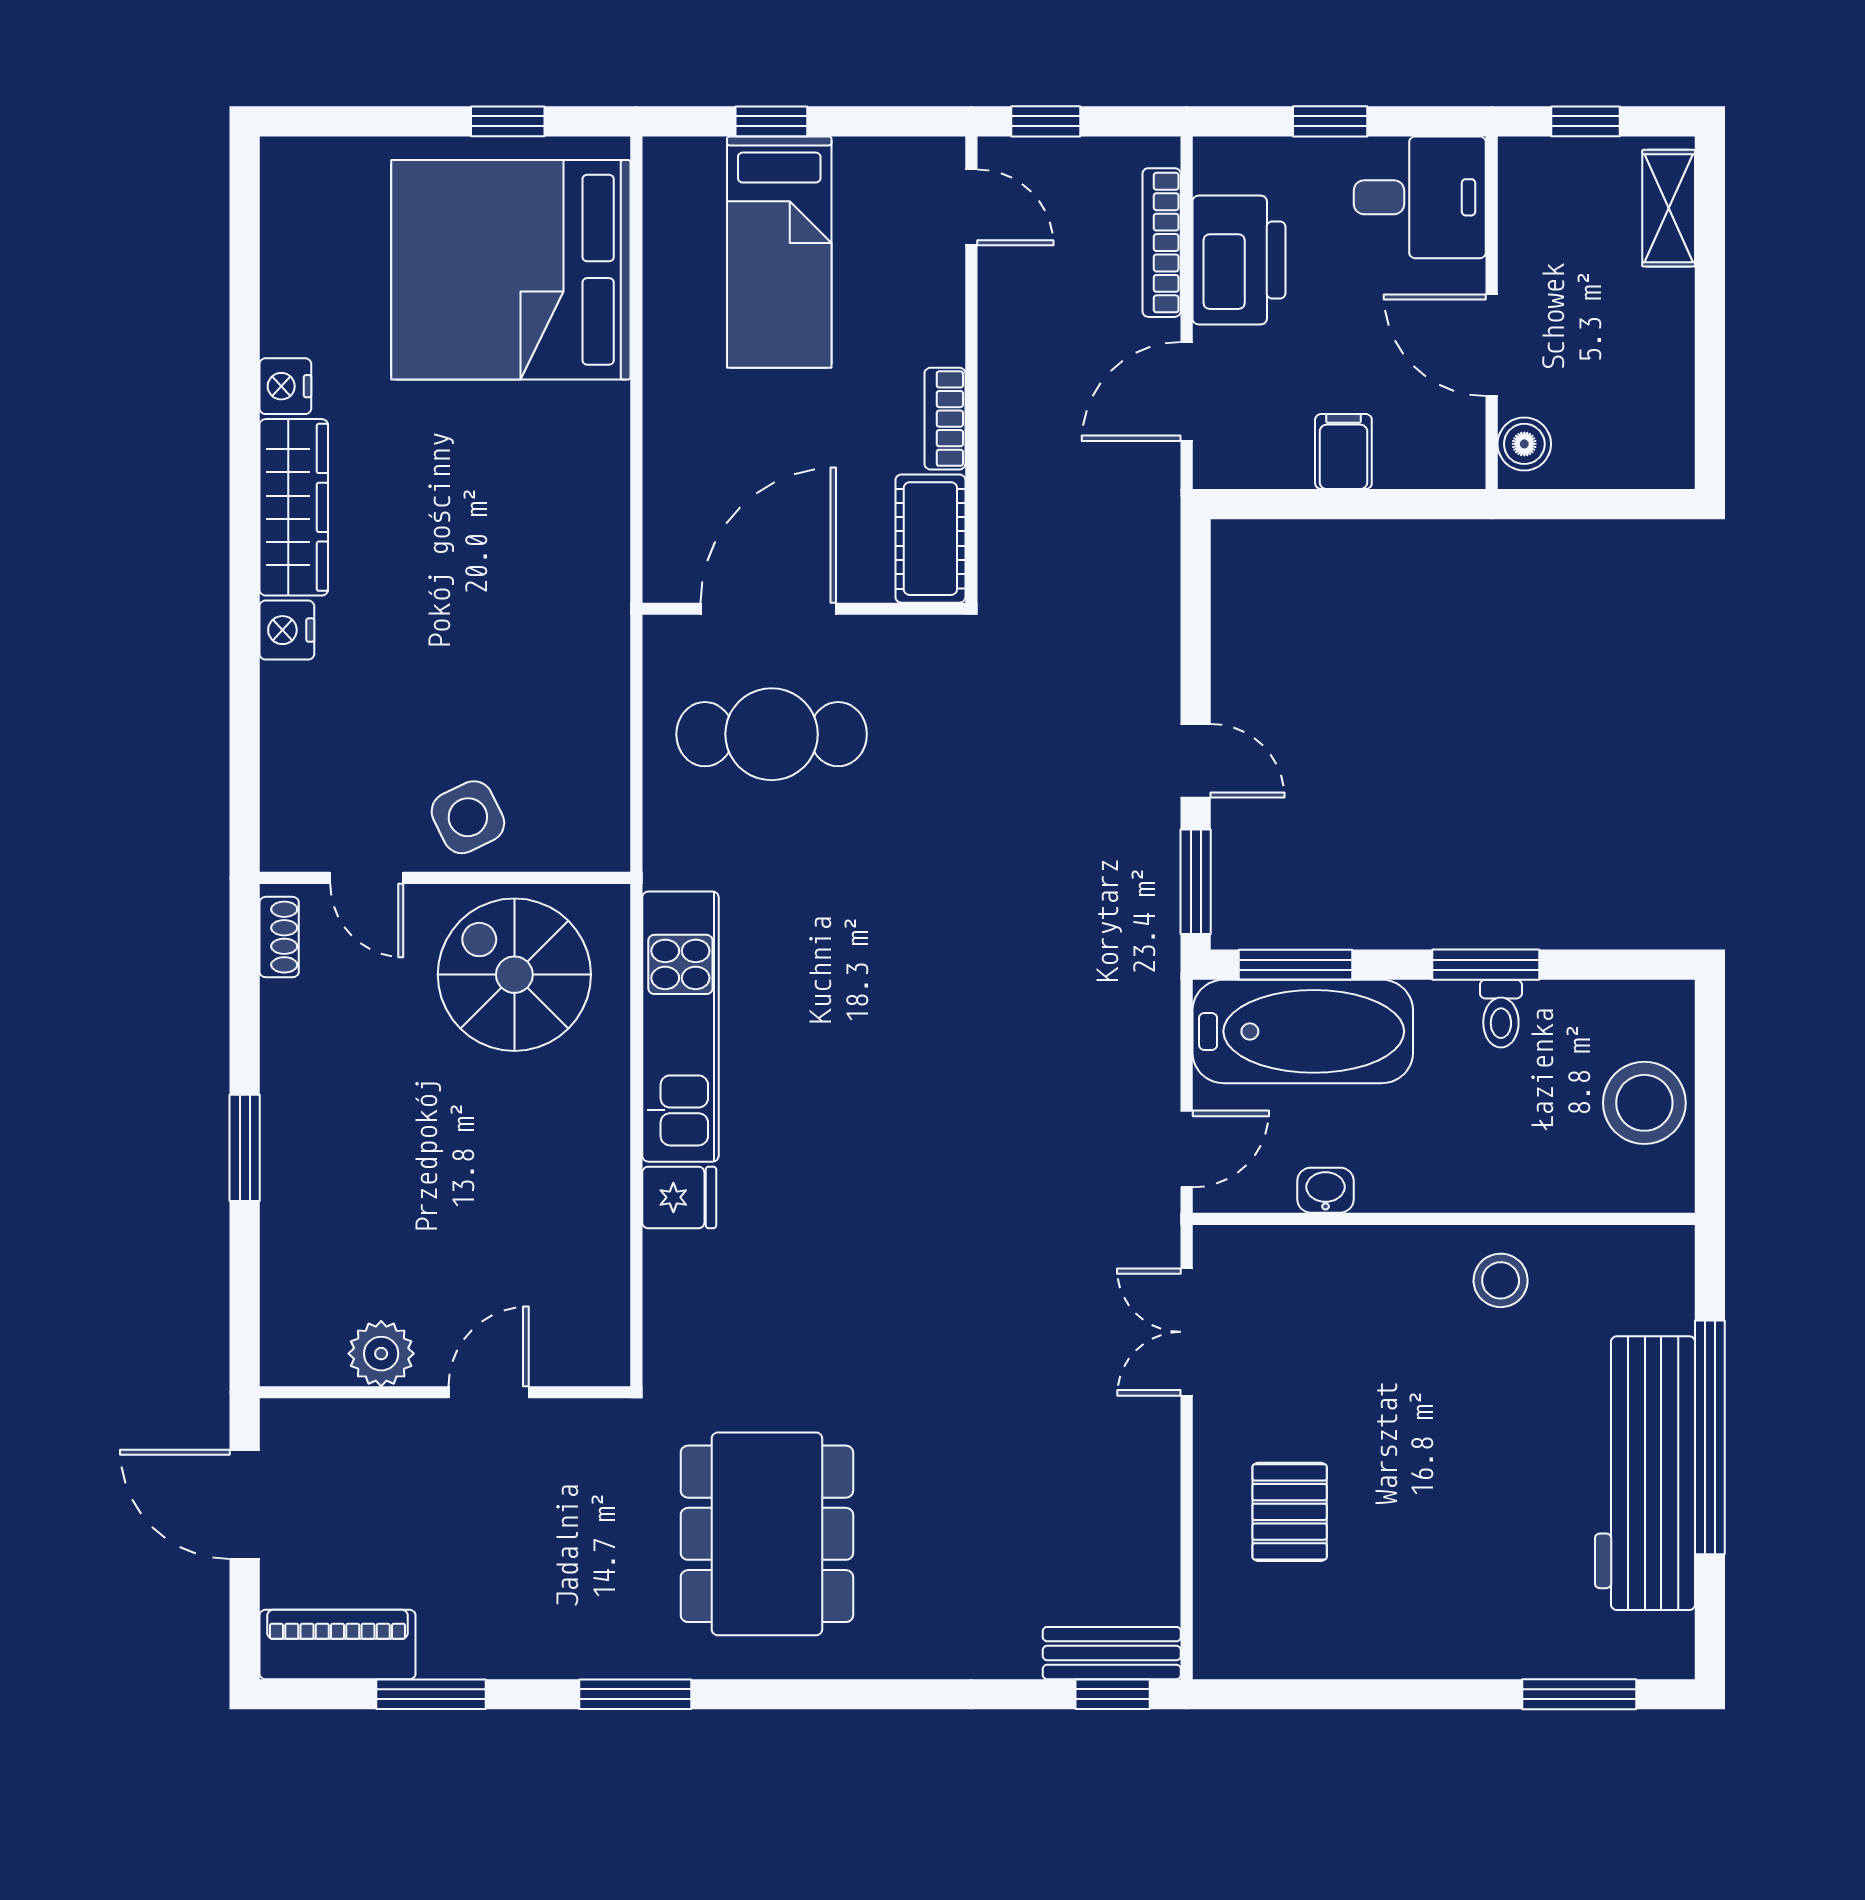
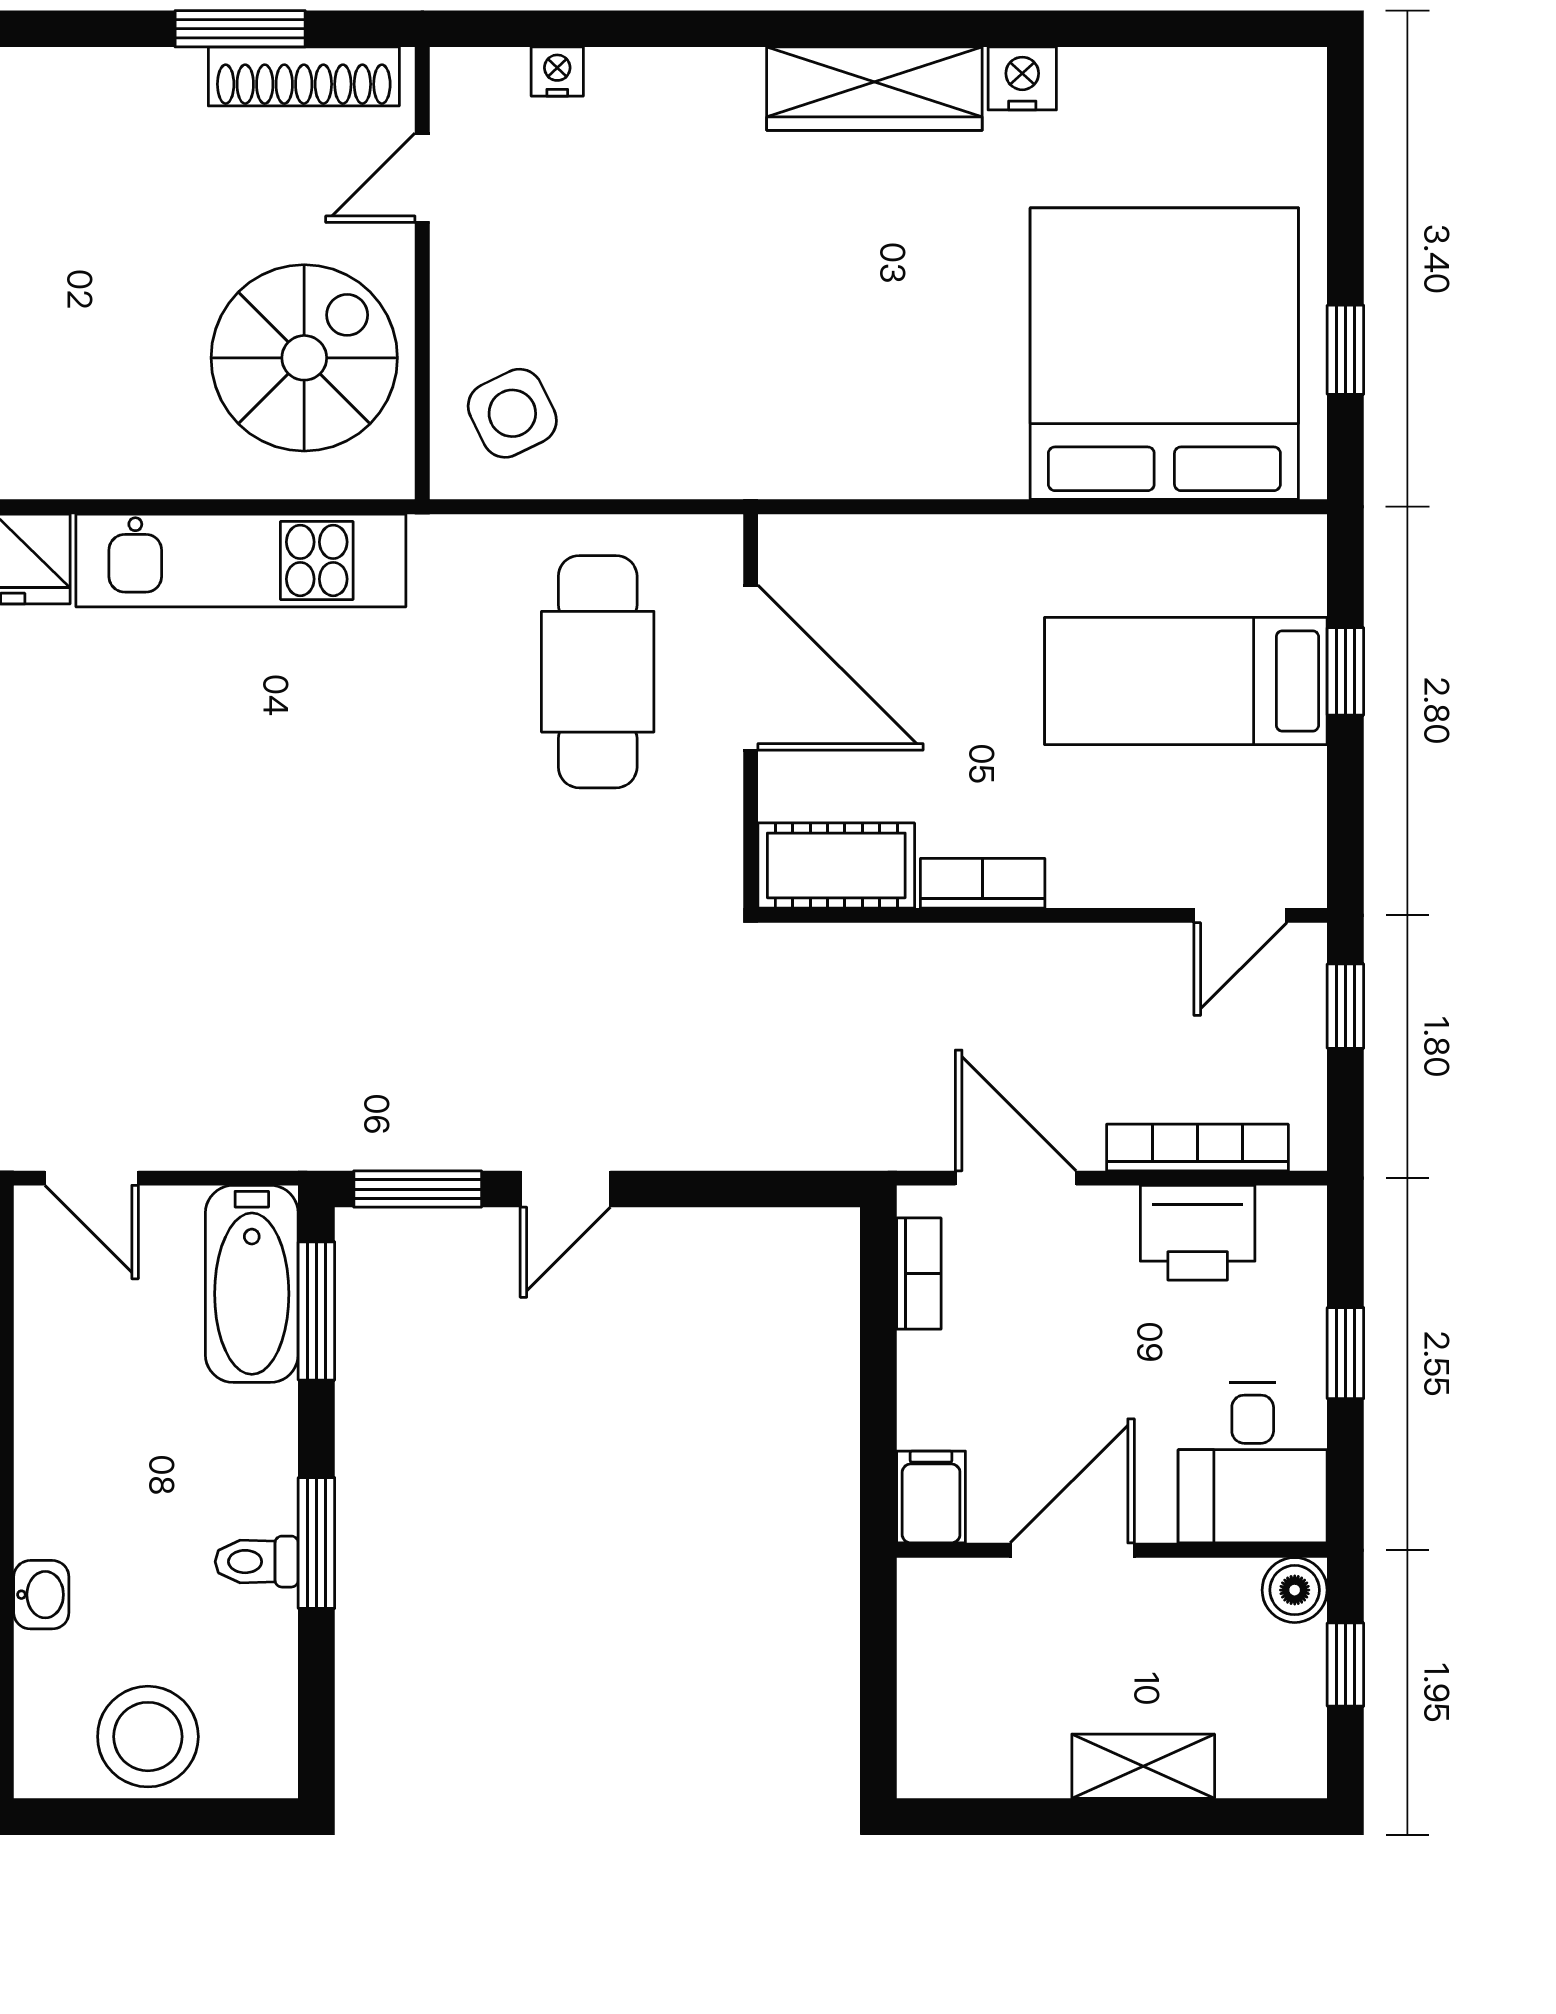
shelving: (1669, 208) -> (1143, 1766), moved
printer: (1239, 260) -> (1198, 1233), width x0.73, depth x0.84
boiler: (1524, 444) -> (1295, 1590), moved
filing cabinet: (1343, 452) -> (931, 1497), moved, turned -90
bookcase: (1265, 471) -> (919, 1274), added
nightstand: (287, 630) -> (557, 72), moved, width x0.72, depth x0.74
side table: (468, 817) -> (512, 413), moved
shoe rack: (279, 937) -> (304, 76), width x1.94, depth x1.24
bathtub: (1303, 1031) -> (252, 1284), width x0.73, depth x0.73
window: (245, 1148) -> (240, 29), moved
washbasin: (1325, 1190) -> (41, 1595), moved

